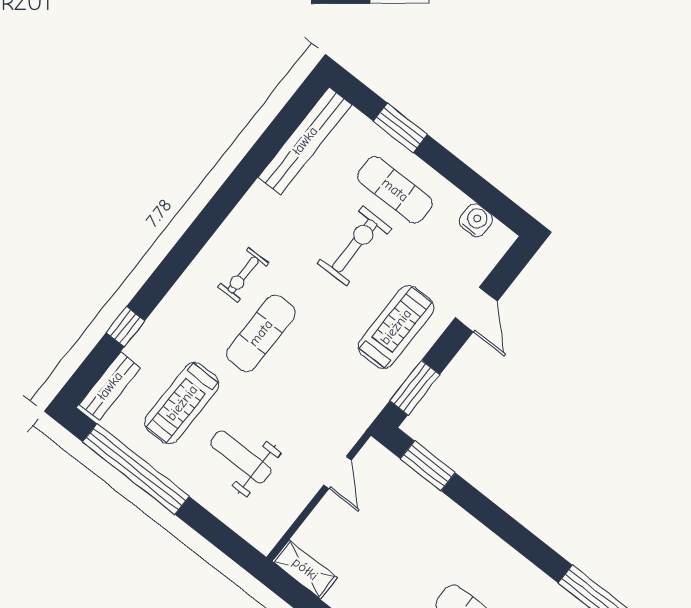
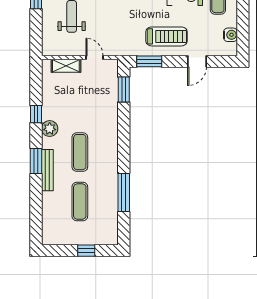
door: (338, 472) -> (94, 57), swing flipped
shelving: (305, 569) -> (66, 66), moved, turned 90

